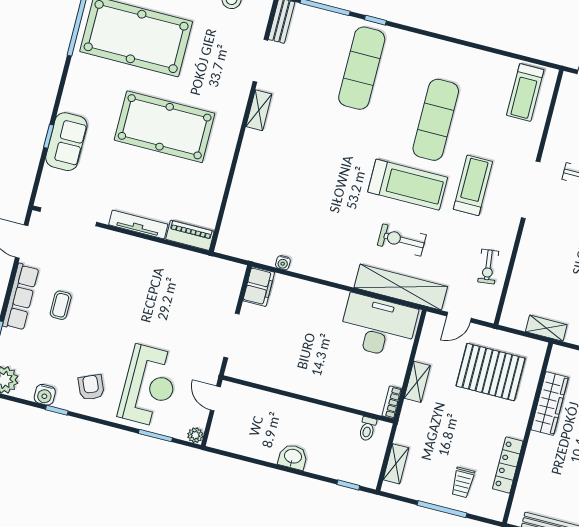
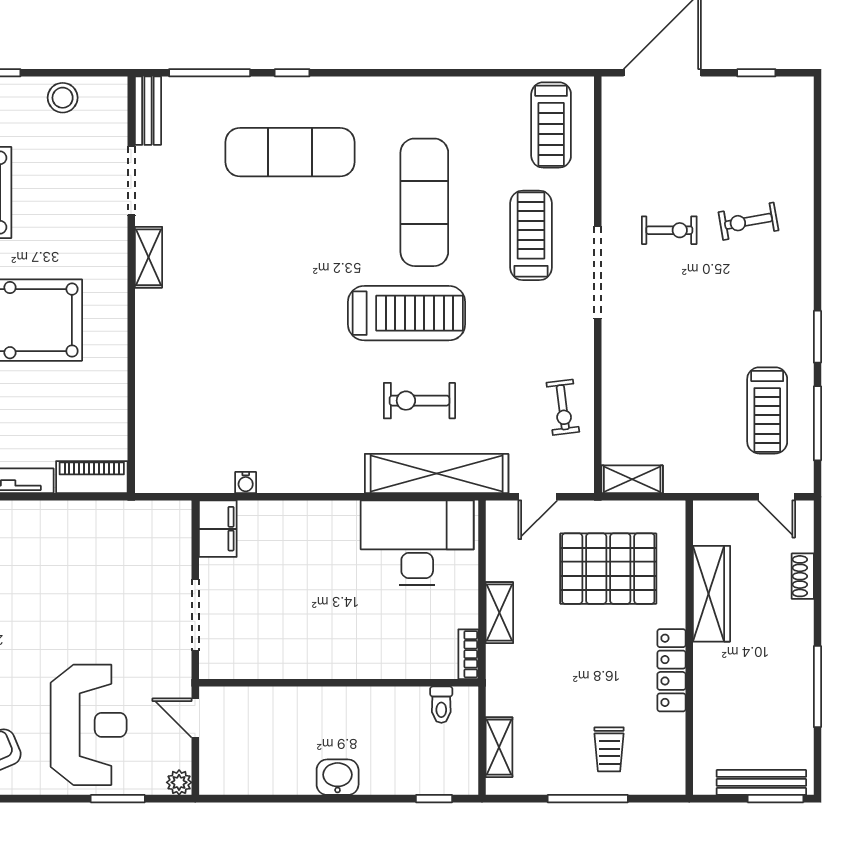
exercise mat: (362, 68) -> (290, 152), turned 90
treadmill: (473, 185) -> (531, 235), moved
shelving: (546, 328) -> (632, 479), moved
locker: (508, 465) -> (671, 670), moved

